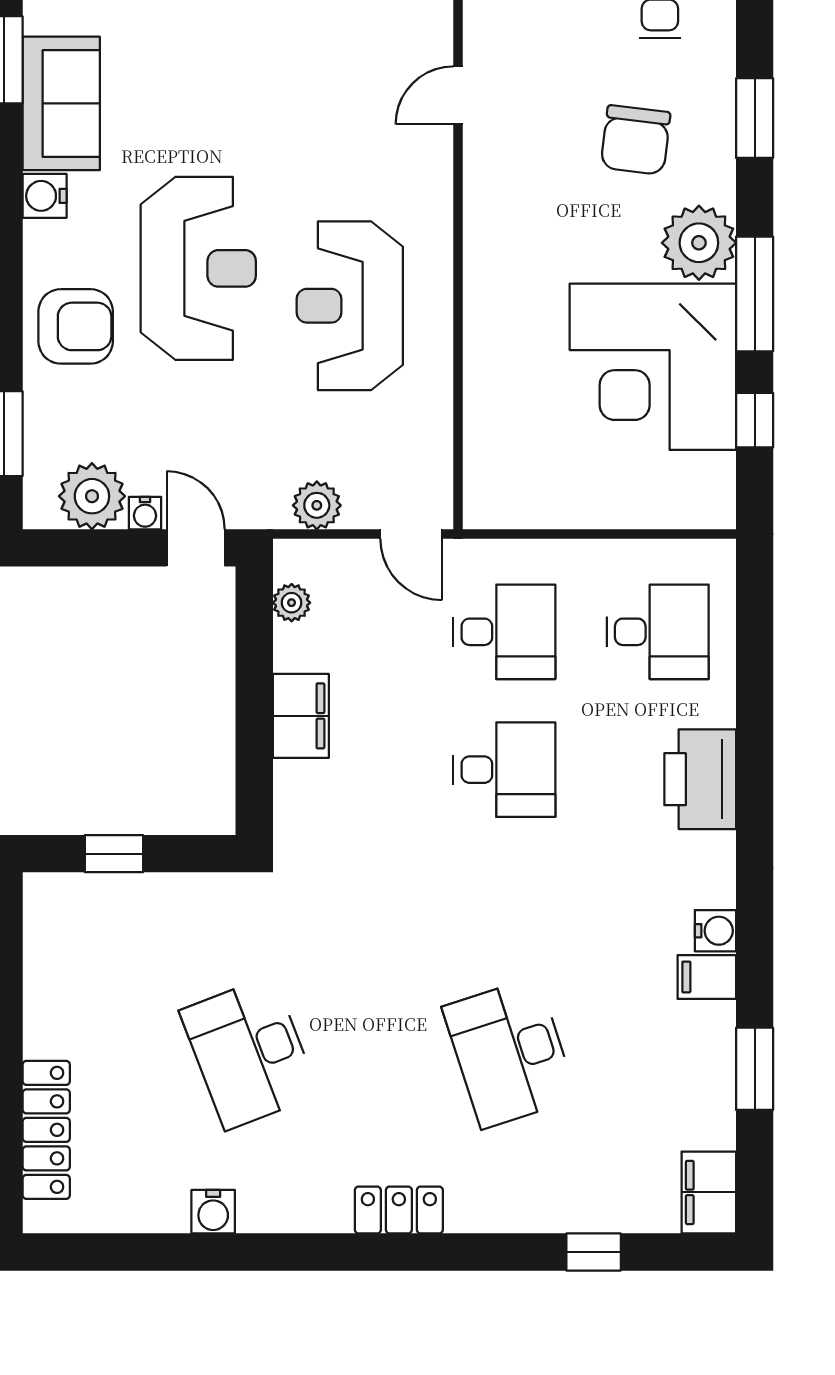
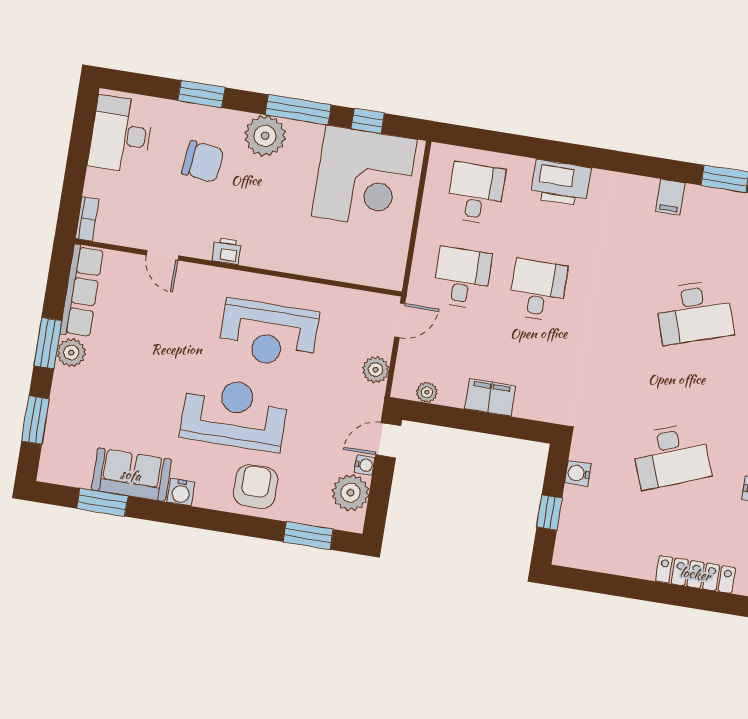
printer: (484, 208) -> (227, 251), added
corner desk: (653, 367) -> (364, 178), moved
water cooler: (715, 931) -> (578, 473), moved, turned -90

